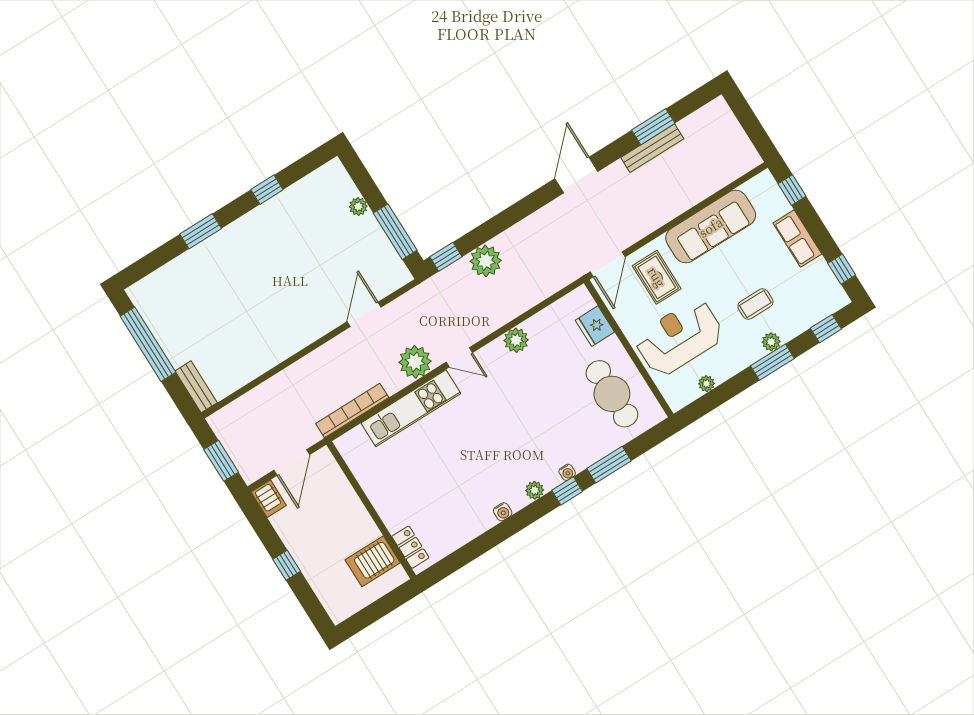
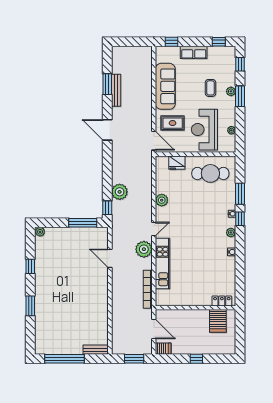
plant: (358, 206) -> (40, 232), moved

